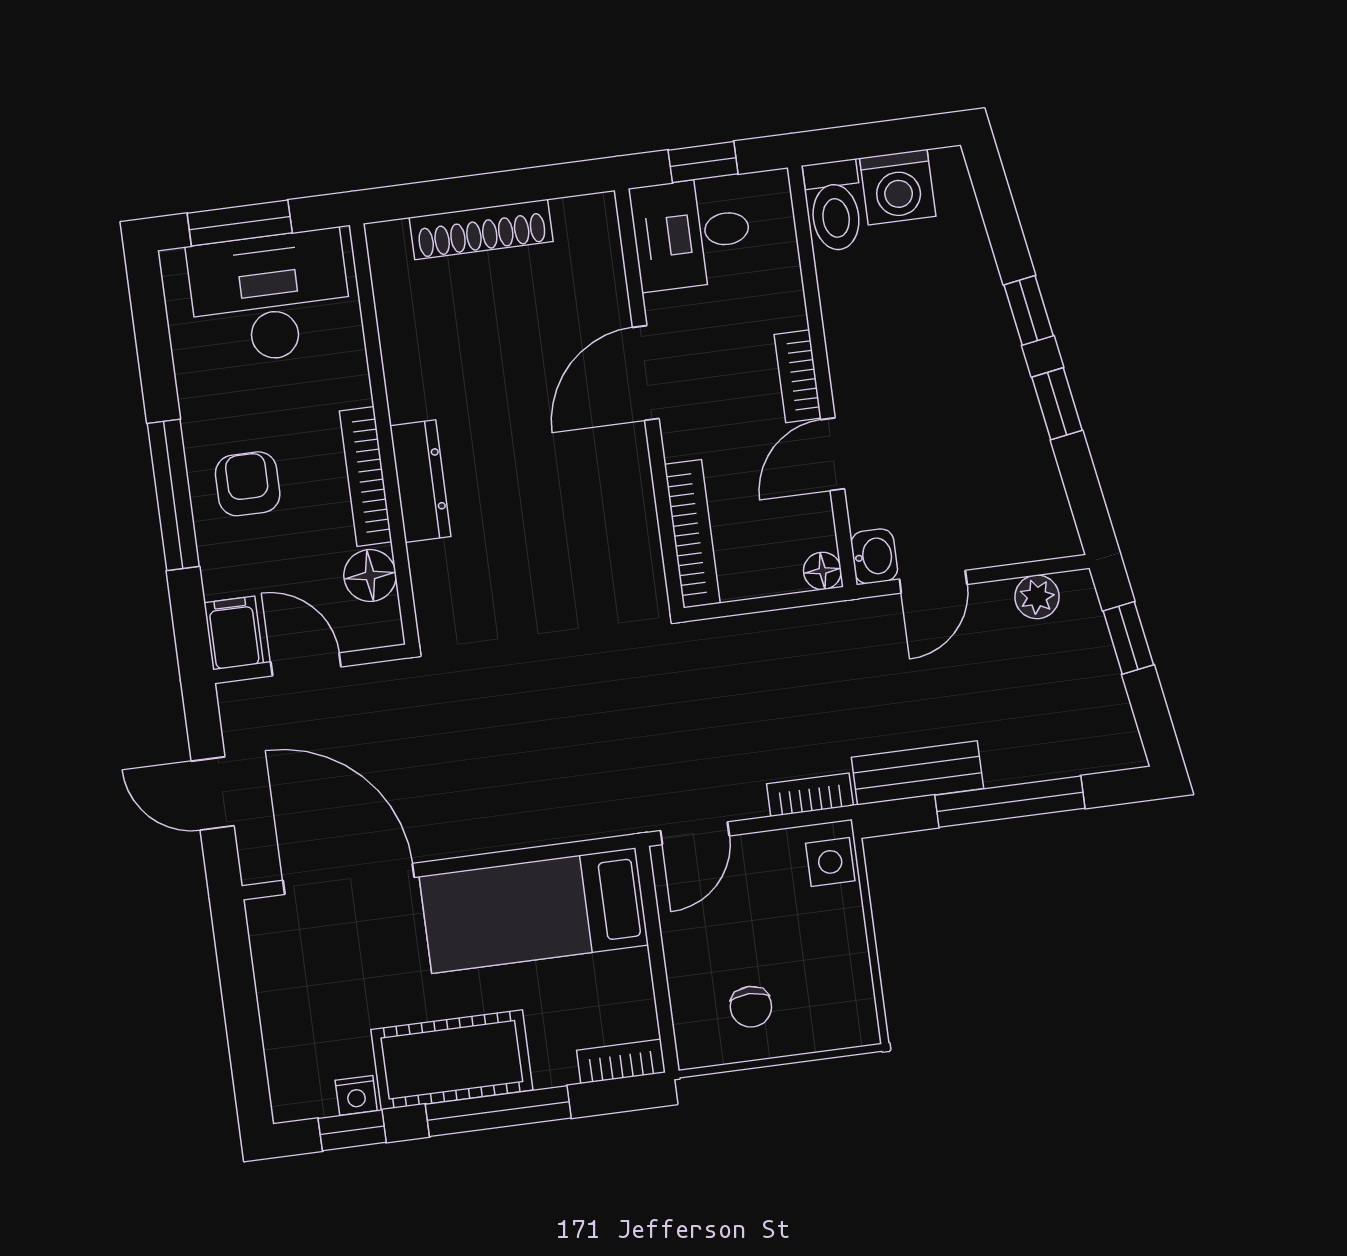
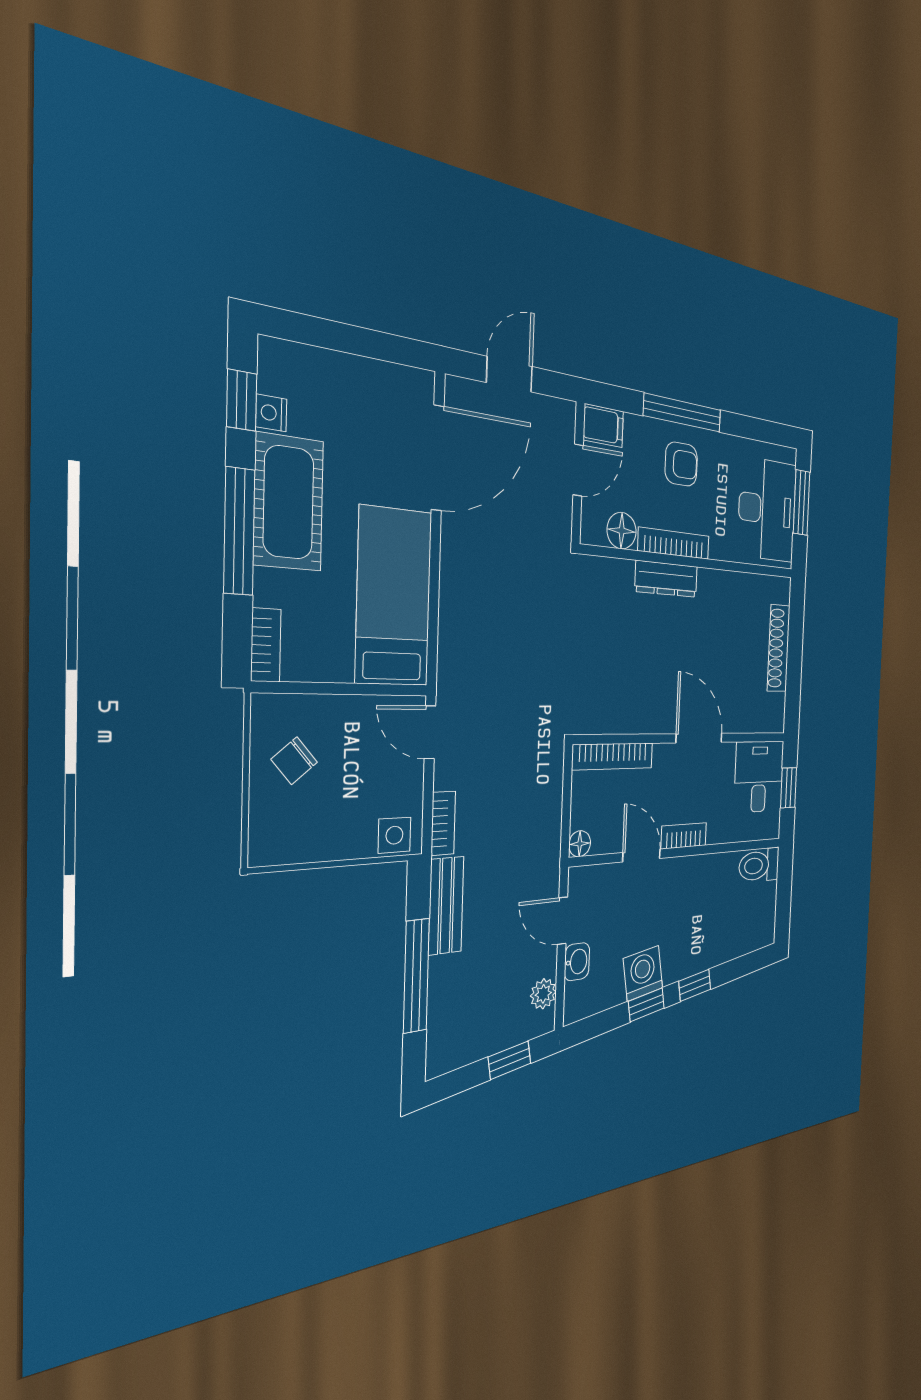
washing machine: (898, 187) -> (643, 973), moved, turned 81
washbasin: (874, 556) -> (577, 962), moved, turned -90
chair: (751, 1007) -> (294, 761), turned -40

